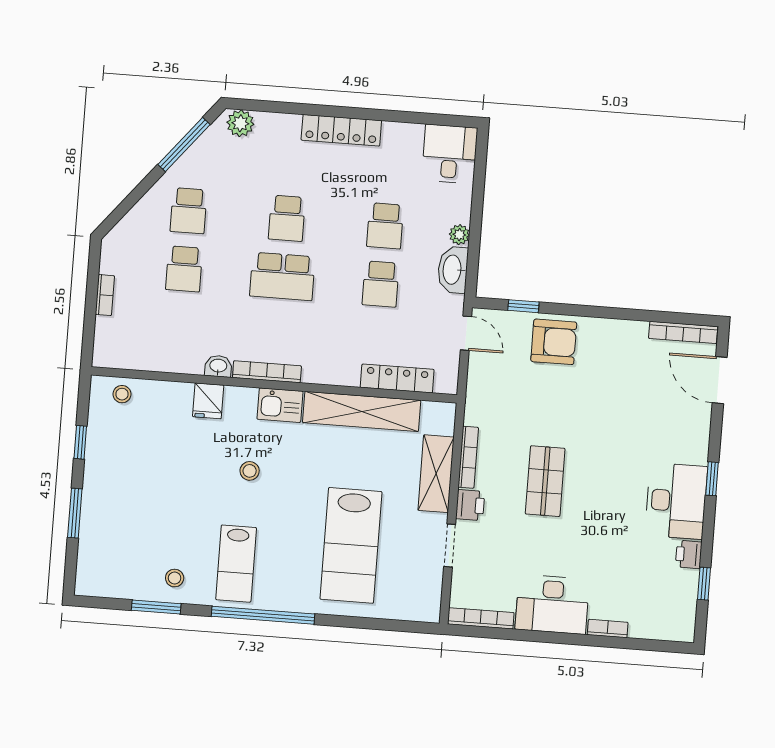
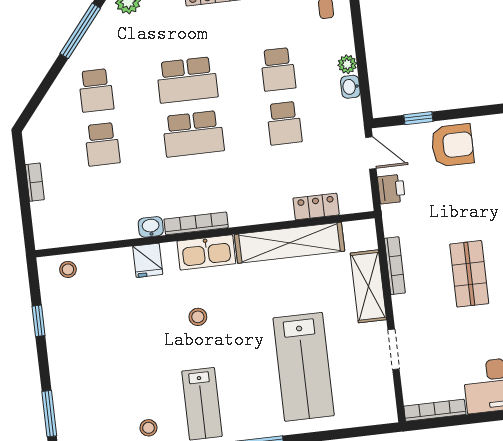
school desk: (287, 218) -> (187, 80), width x1.85
washbasin: (453, 270) -> (350, 87), width x0.52, depth x0.69
locker: (397, 378) -> (316, 206), width x0.66
kitchen sink: (280, 405) -> (206, 252), width x1.38
printer: (470, 505) -> (391, 189), moved
window: (75, 513) -> (49, 414), moved

